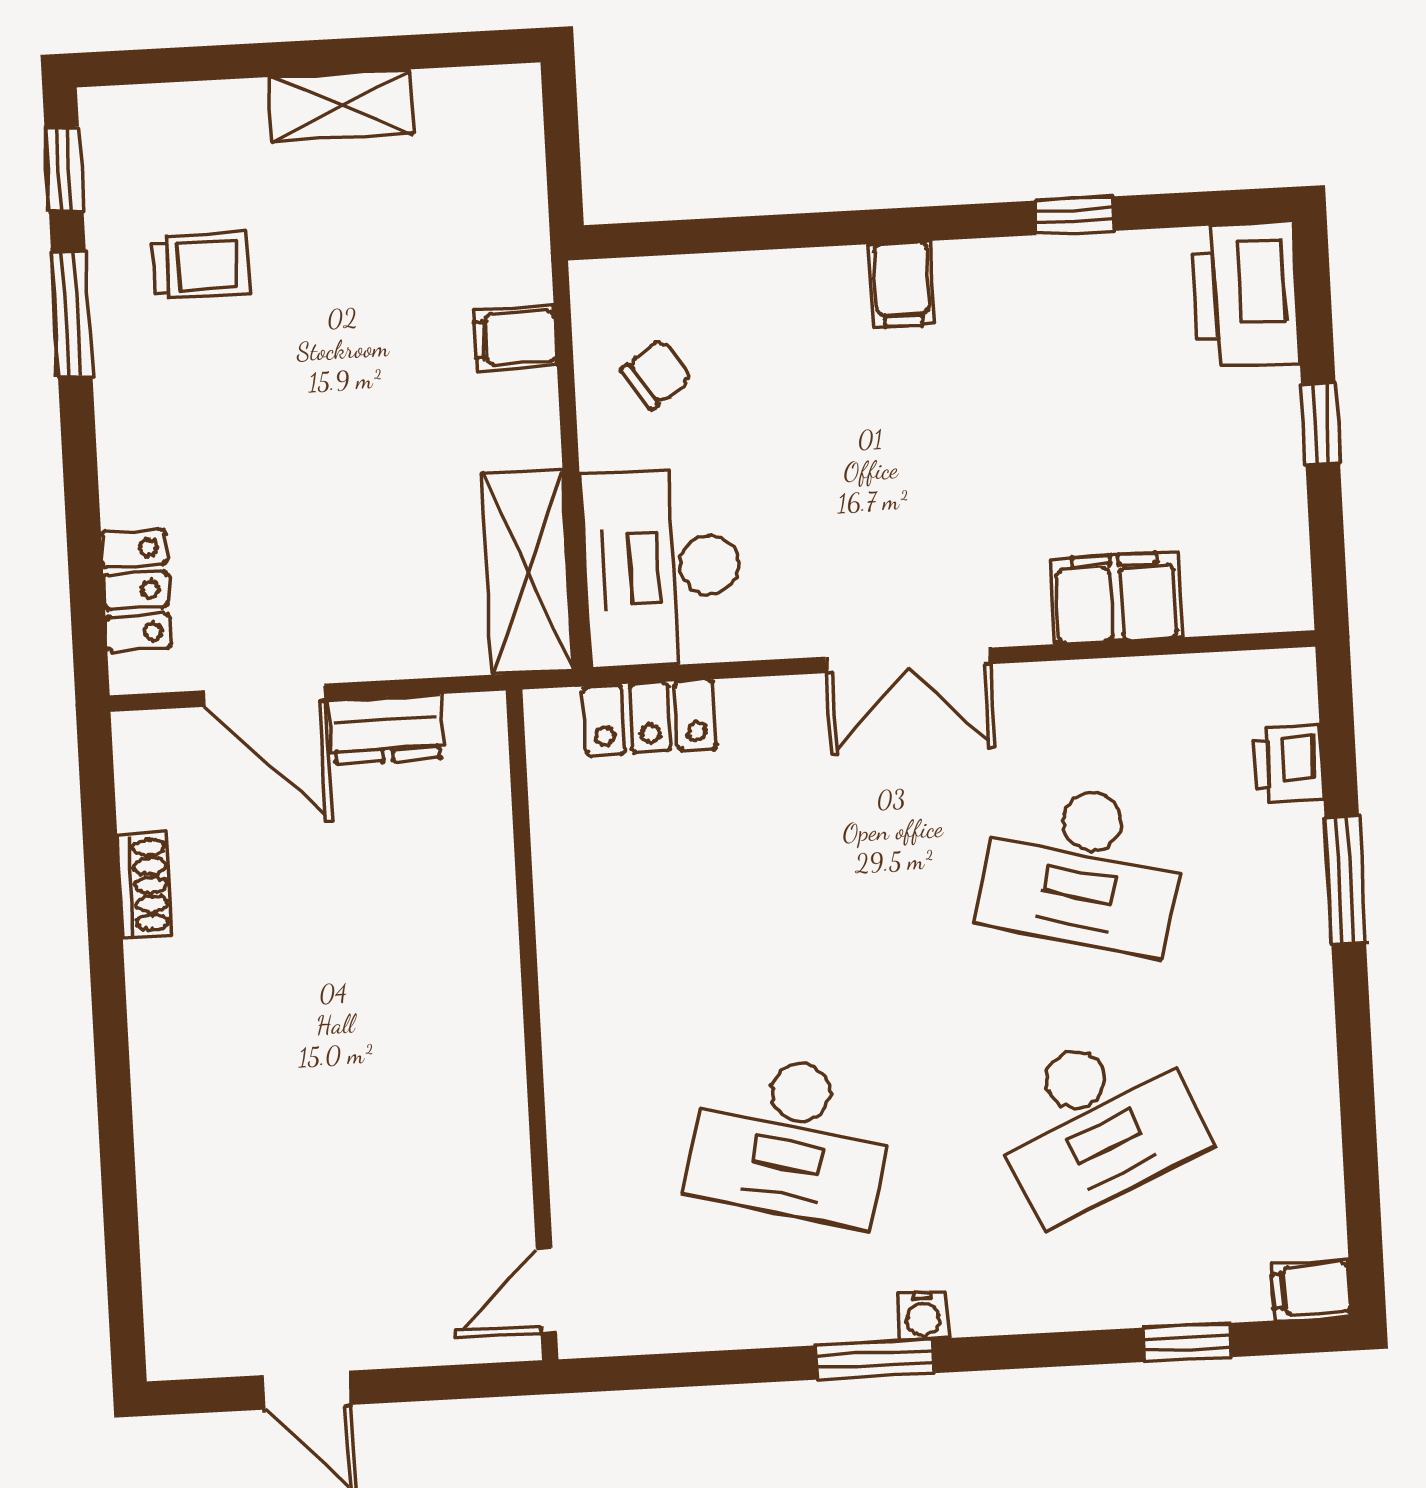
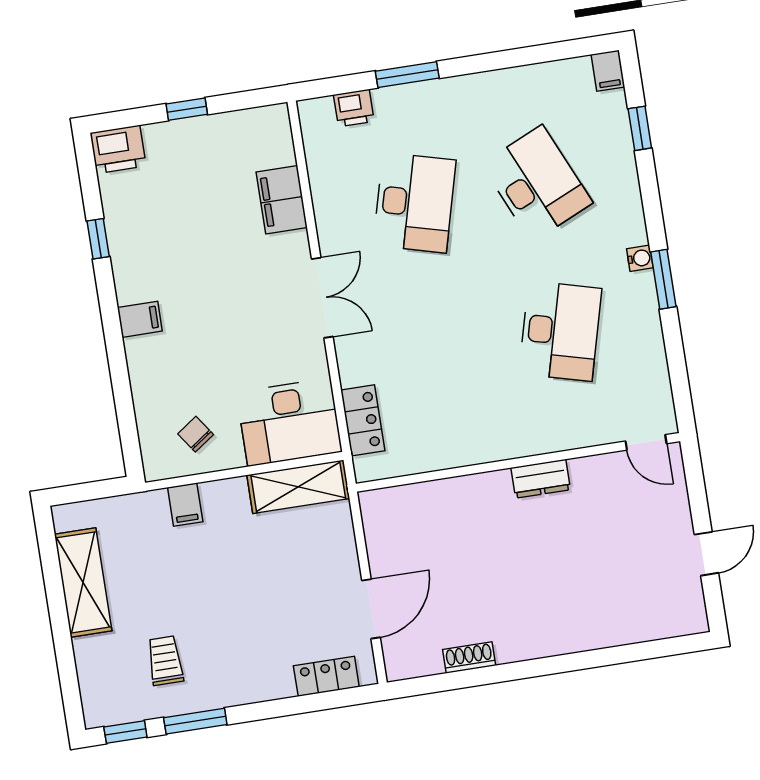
shelving: (341, 105) -> (83, 582), width x1.50, depth x1.33
printer: (1245, 295) -> (118, 149), width x0.73, depth x0.84
dresser: (387, 729) -> (541, 479), moved, turned 90

